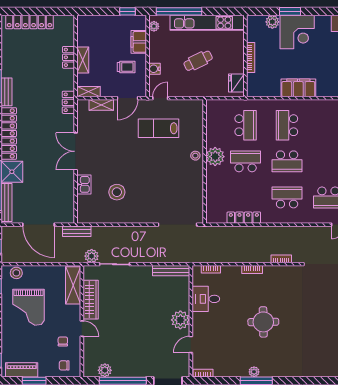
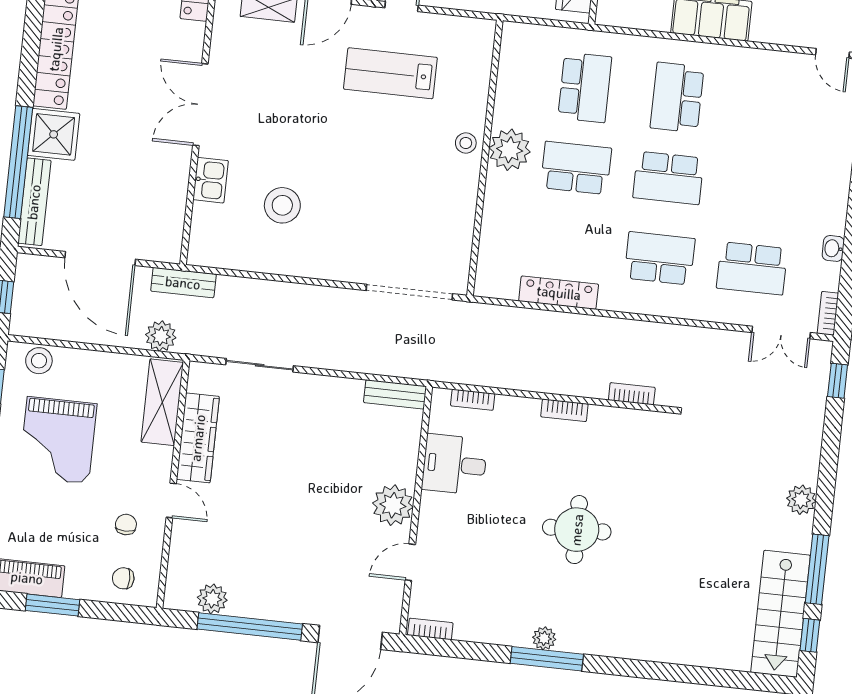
plant: (92, 256) -> (161, 336), moved
bench: (171, 271) -> (395, 394), width x0.73

